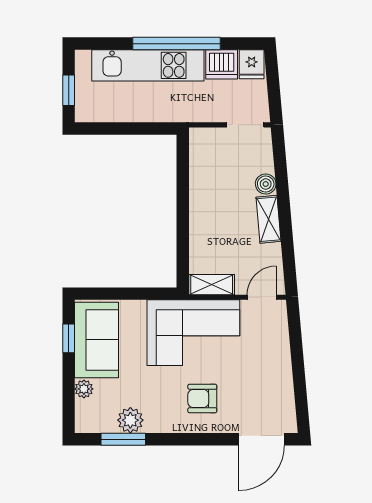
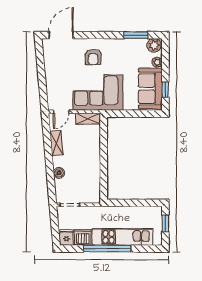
shelving: (268, 219) -> (56, 143), moved
armchair: (202, 398) -> (93, 57), turned 90
plant: (130, 420) -> (154, 45), moved

